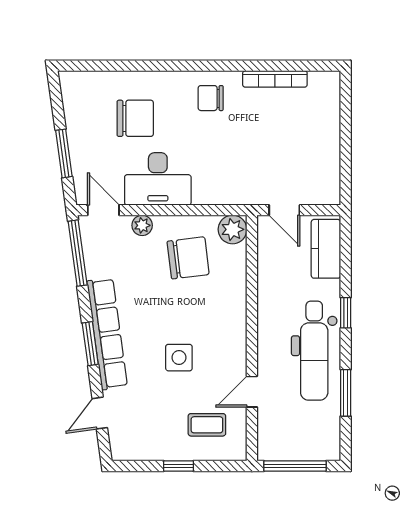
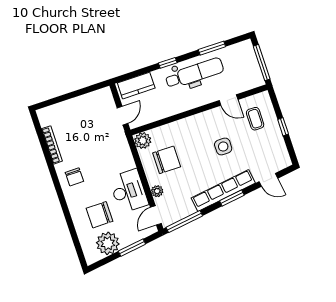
plant: (84, 116) -> (108, 243), added
chair: (135, 118) -> (99, 215), turned -90
chair: (188, 258) -> (167, 160), turned 97

